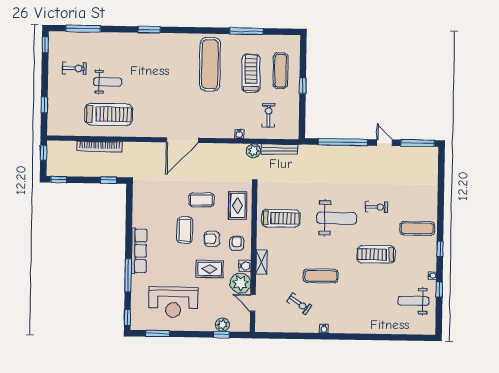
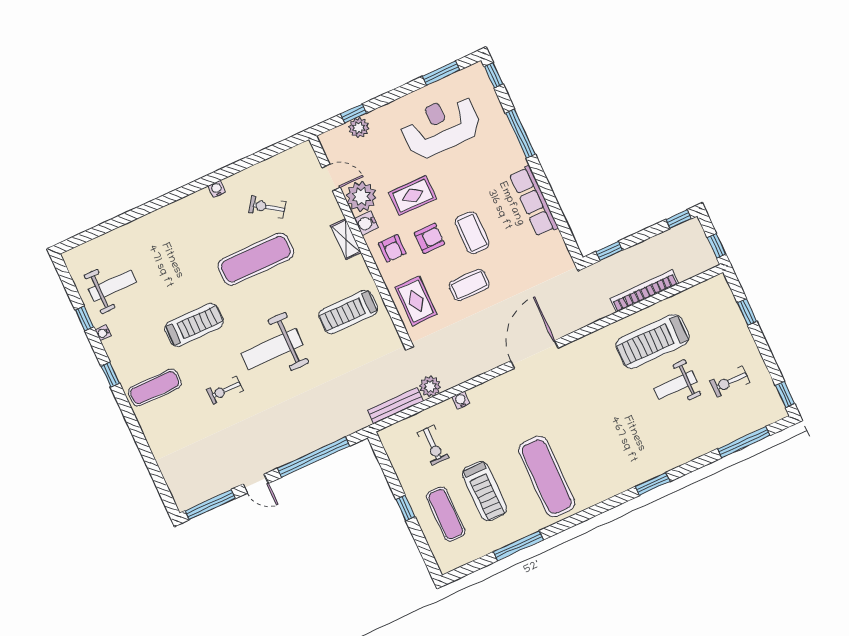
row of seats: (139, 251) -> (534, 201), moved
exercise mat: (321, 276) -> (256, 259), width x1.36, depth x1.45

